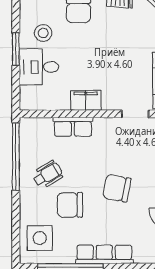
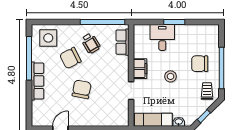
stool: (43, 33) -> (171, 76), moved
doorway: (135, 114) -> (131, 91), moved
row of seats: (73, 127) -> (122, 42), moved
chair: (70, 205) -> (70, 58), turned -117

